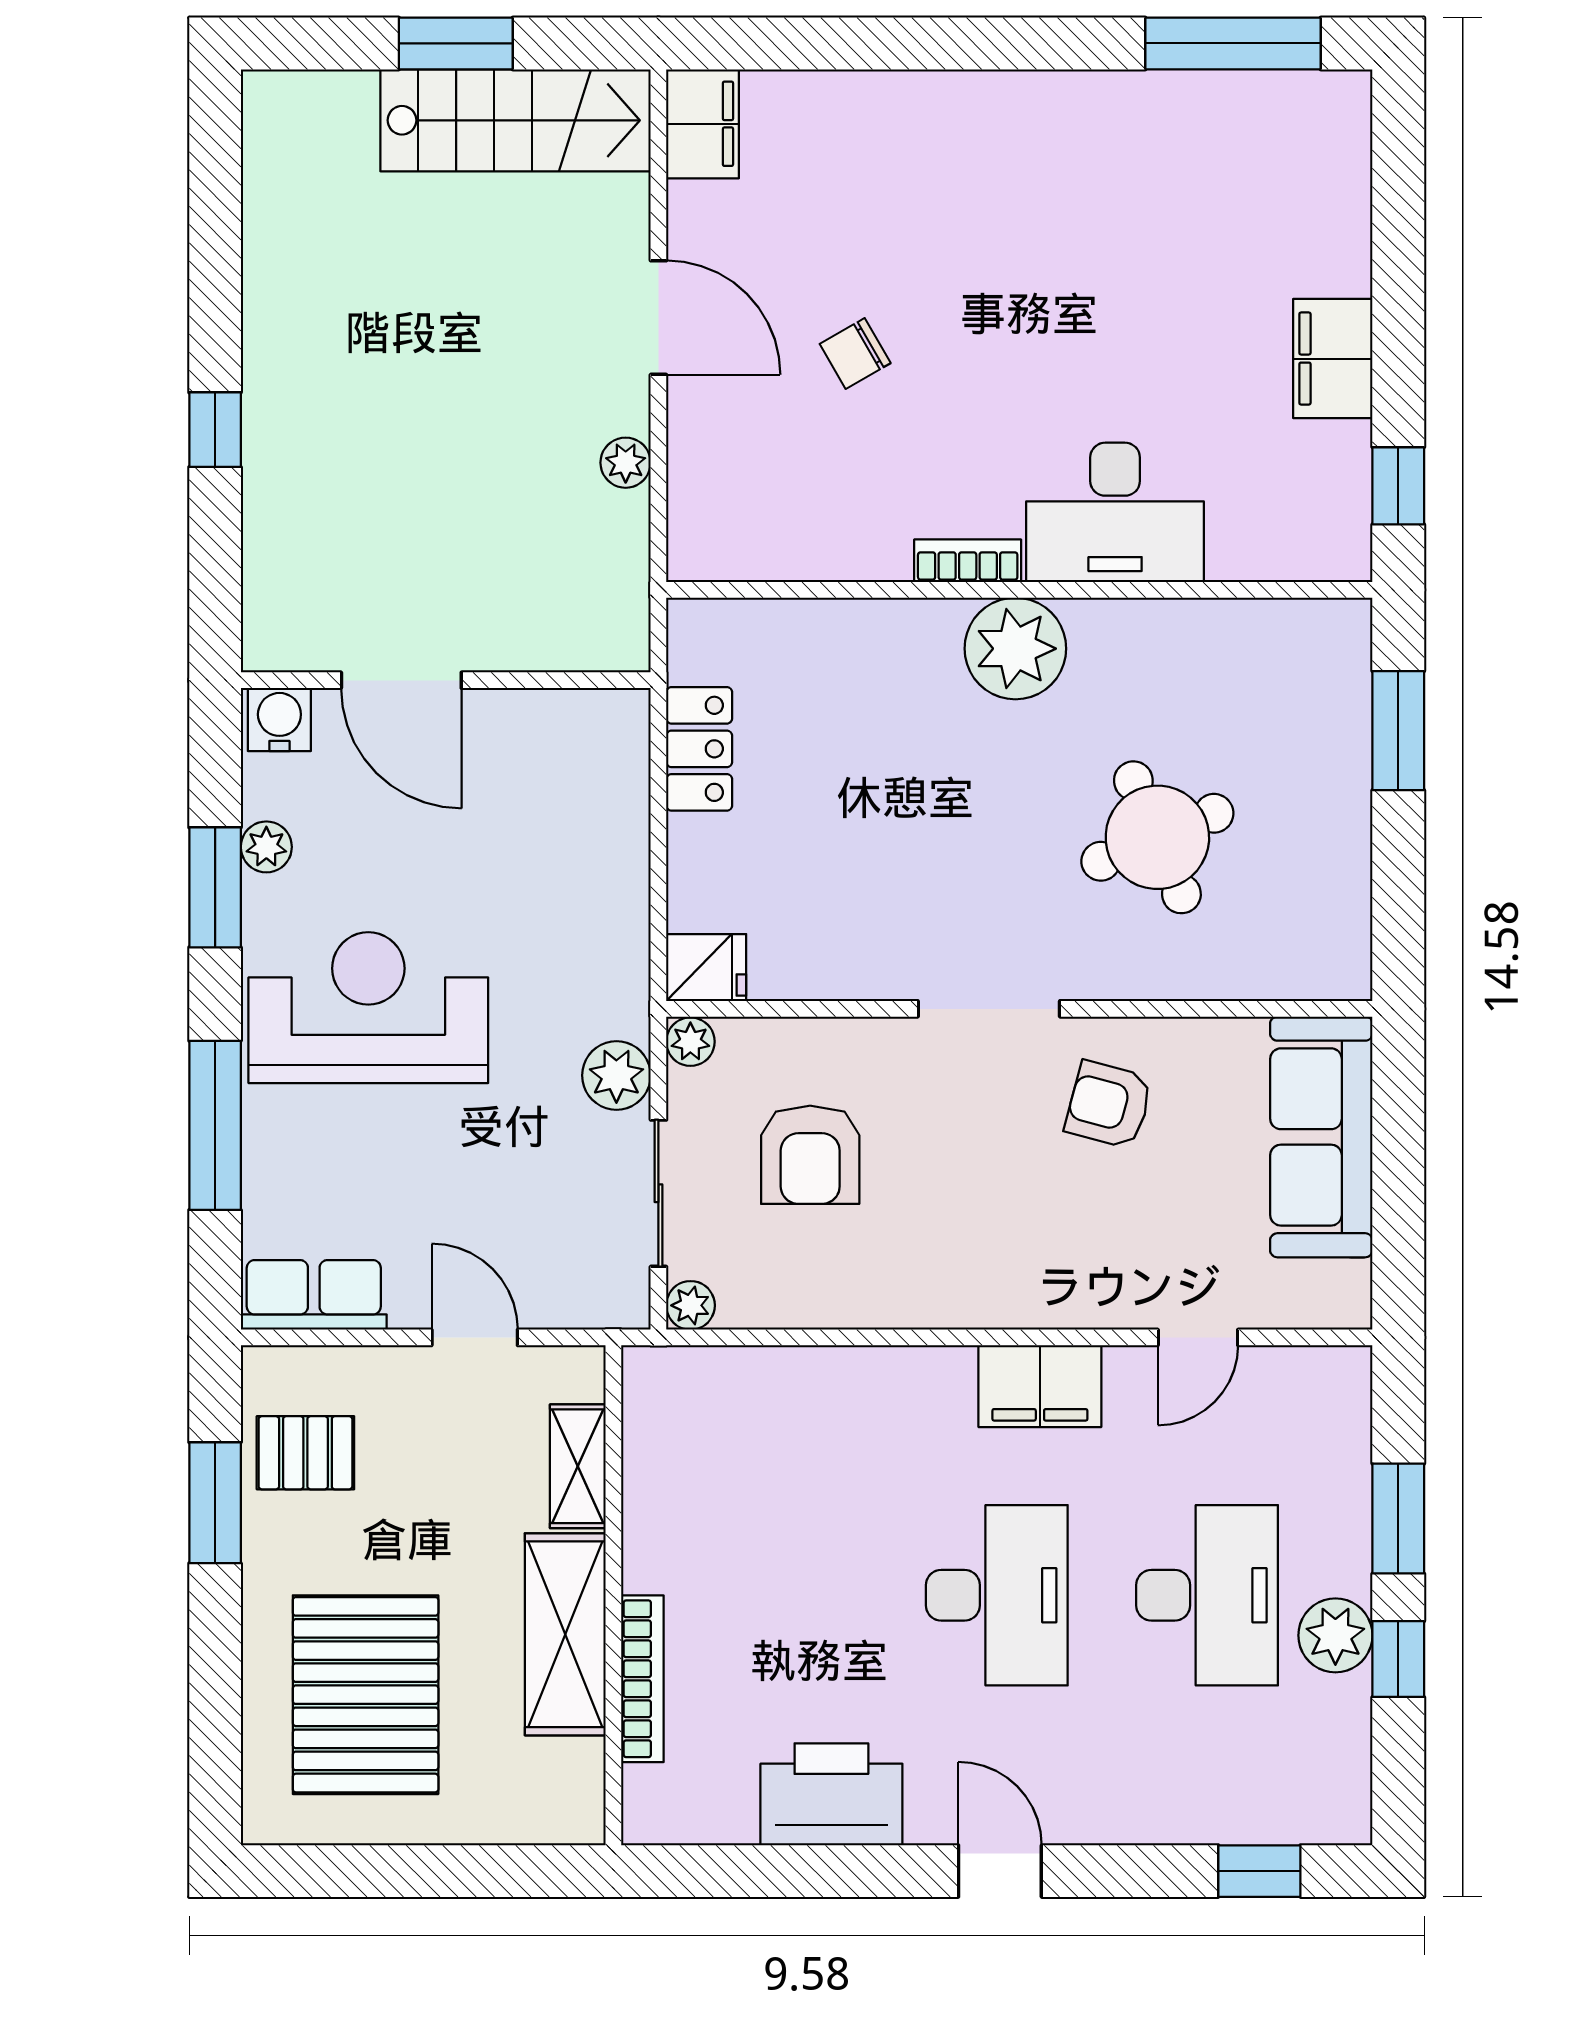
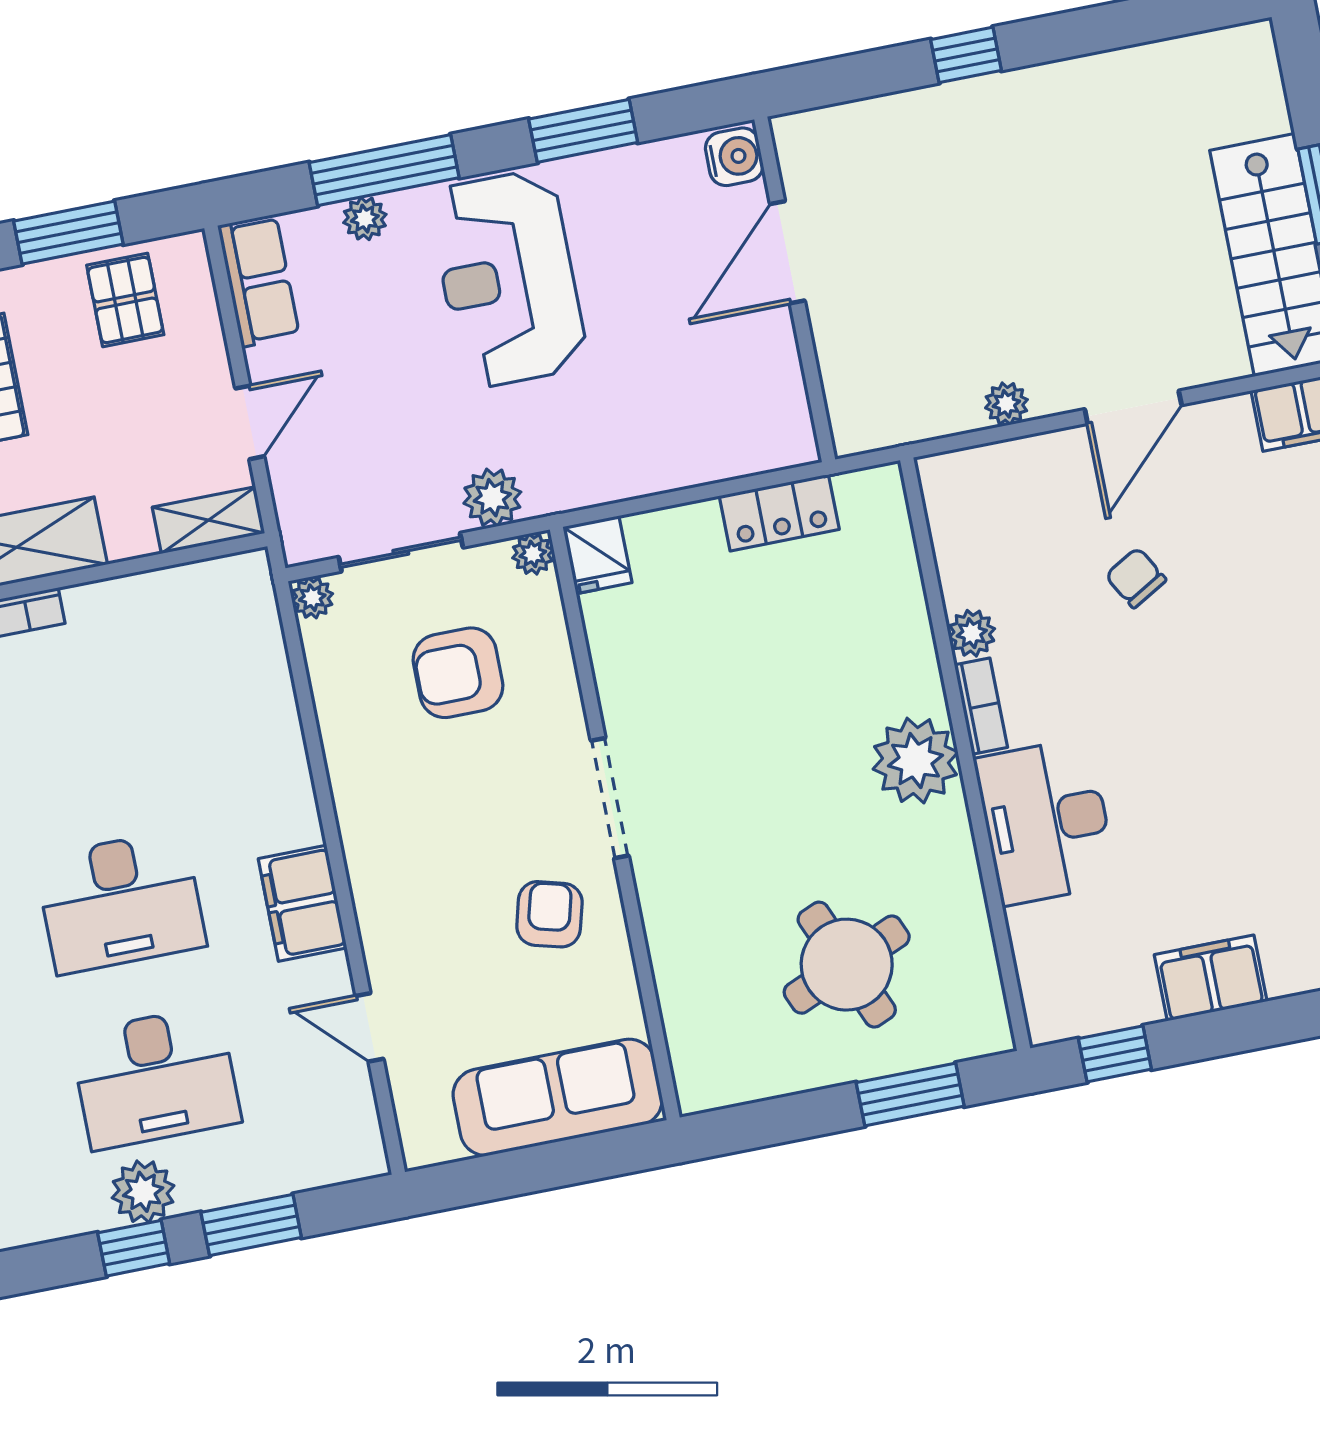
plant: (882, 555) -> (972, 633), added
round table: (1157, 837) -> (847, 965), moved
plant: (266, 847) -> (365, 219), moved
reception desk: (368, 1008) -> (508, 279), turned 180
shelving: (578, 1466) -> (209, 520), moved

